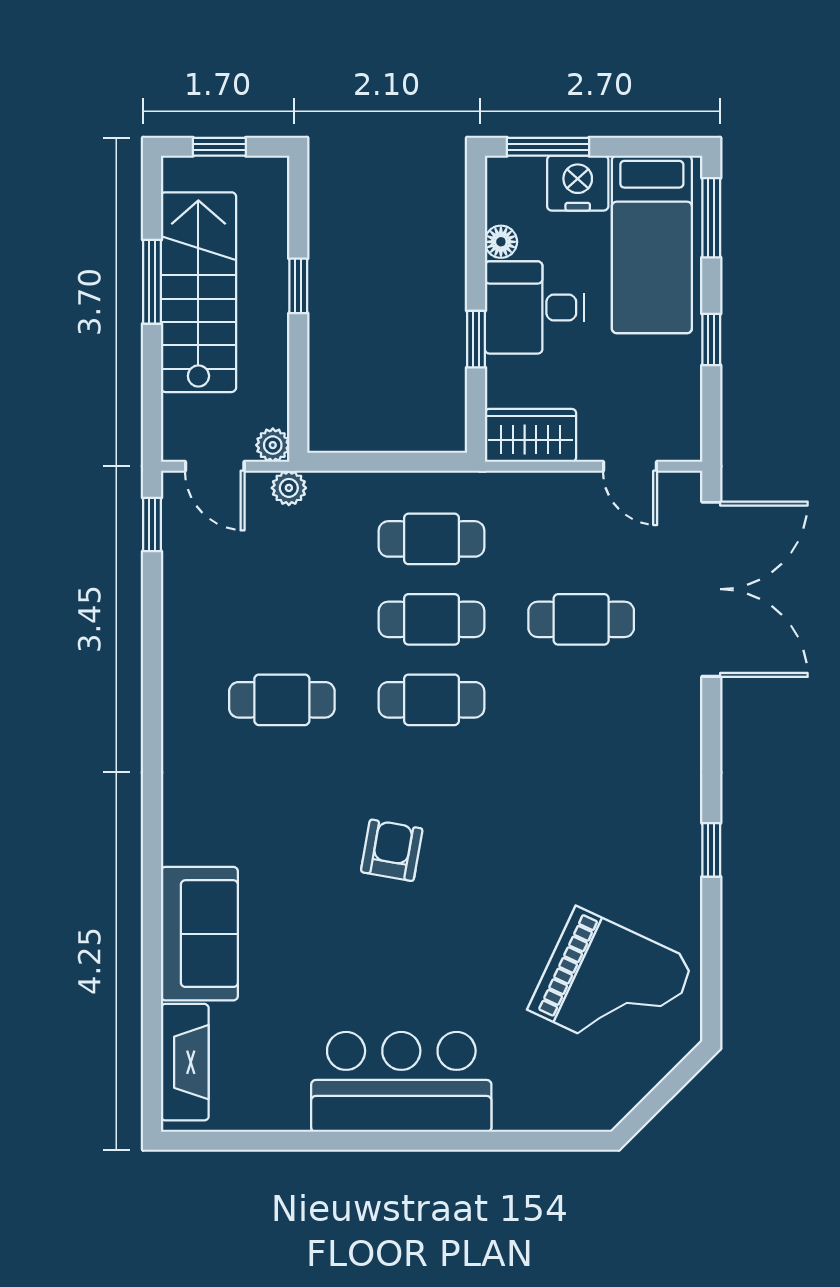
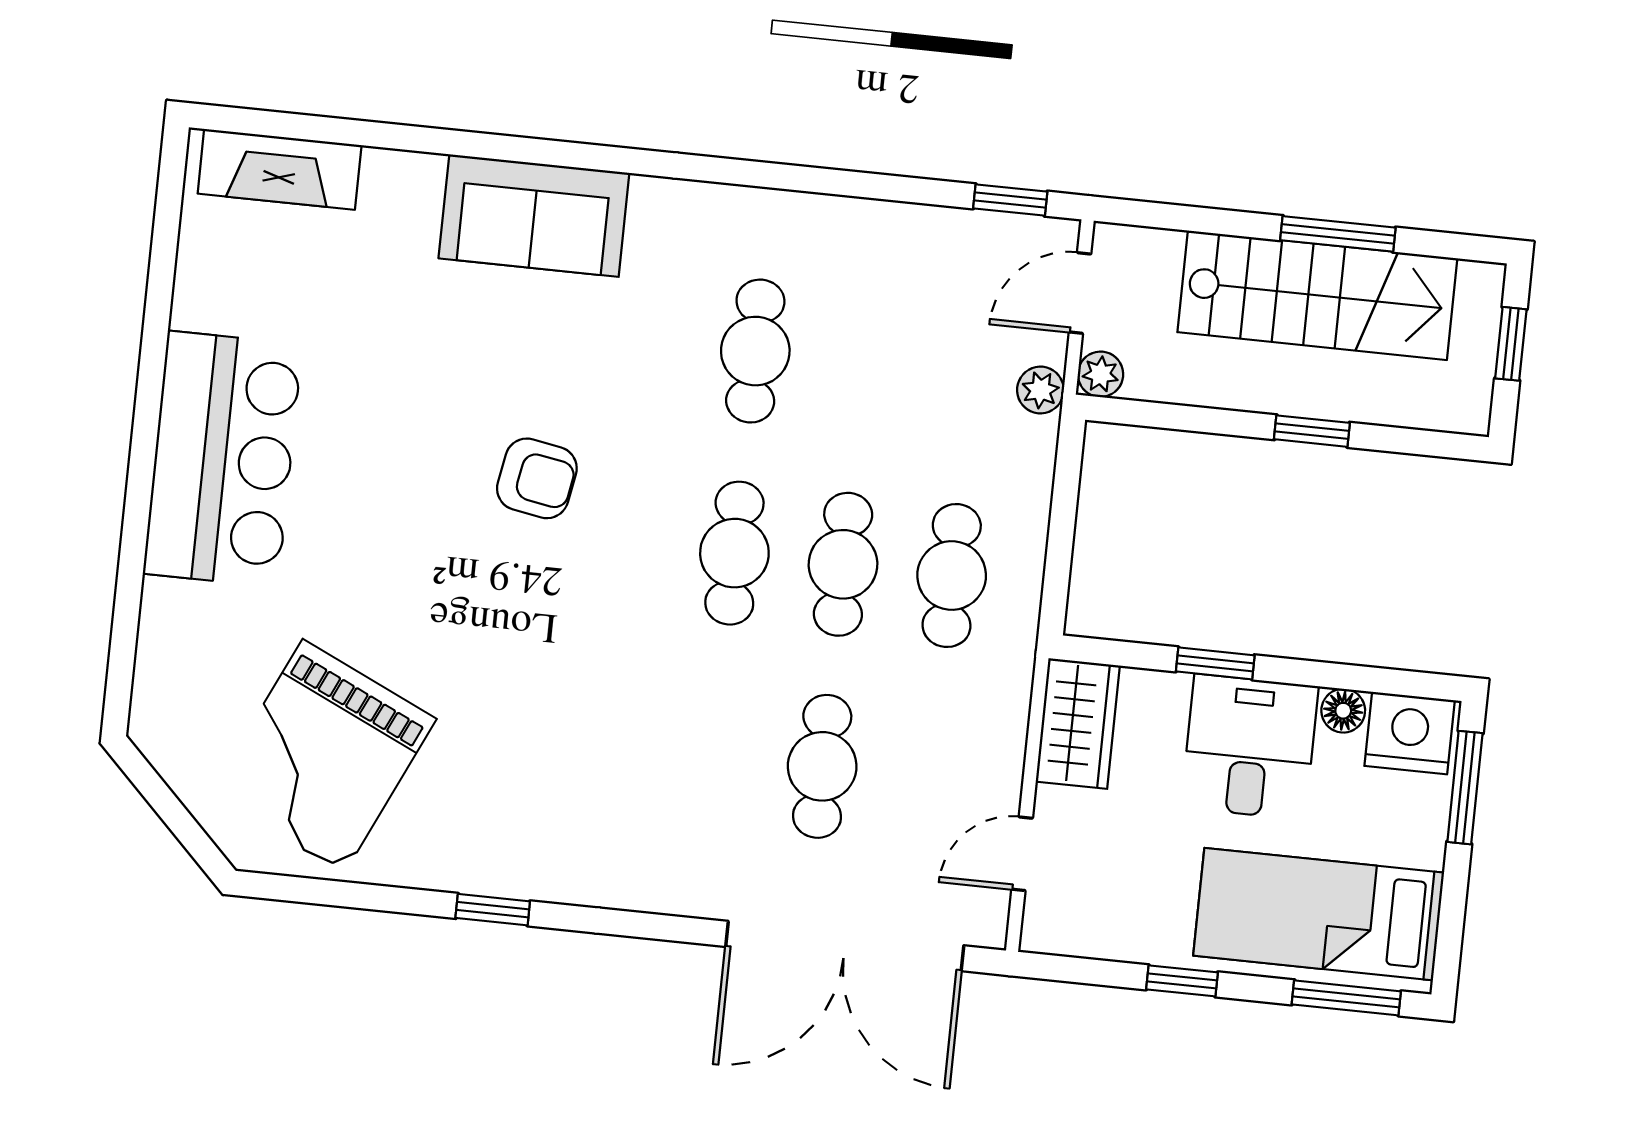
nightstand: (578, 183) -> (1410, 733), moved, turned -90
sofa: (199, 934) -> (534, 216), moved

